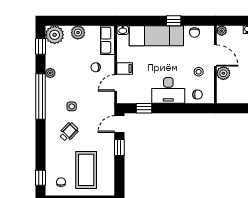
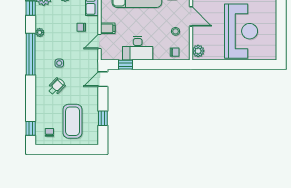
plant: (223, 73) -> (198, 51), moved
desk: (168, 90) -> (138, 48), moved
window: (119, 147) -> (103, 118), moved

